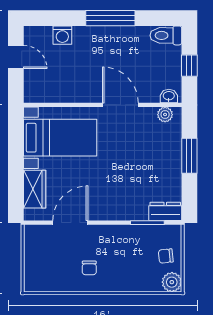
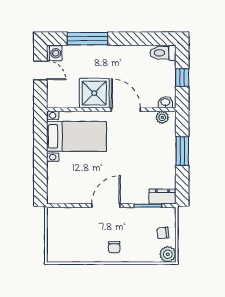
window: (110, 18) -> (87, 39), moved
washing machine: (62, 35) -> (54, 53), moved, turned -90
shower: (82, 85) -> (94, 93), added
wardrobe: (35, 189) -> (56, 178), removed
door: (70, 223) -> (106, 206), moved
chair: (89, 268) -> (114, 247), moved

